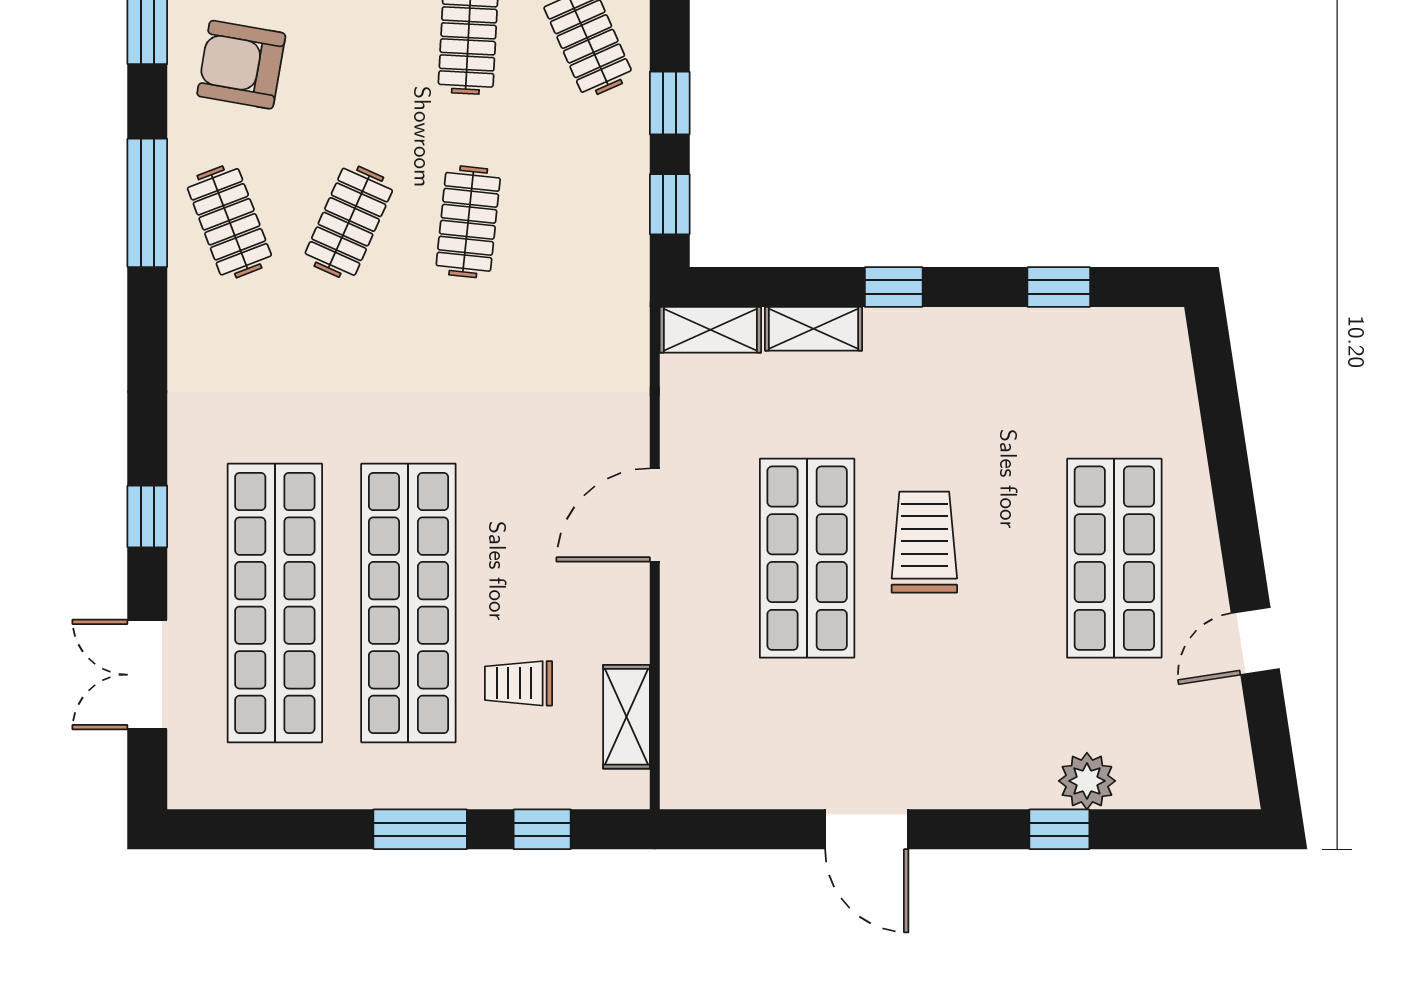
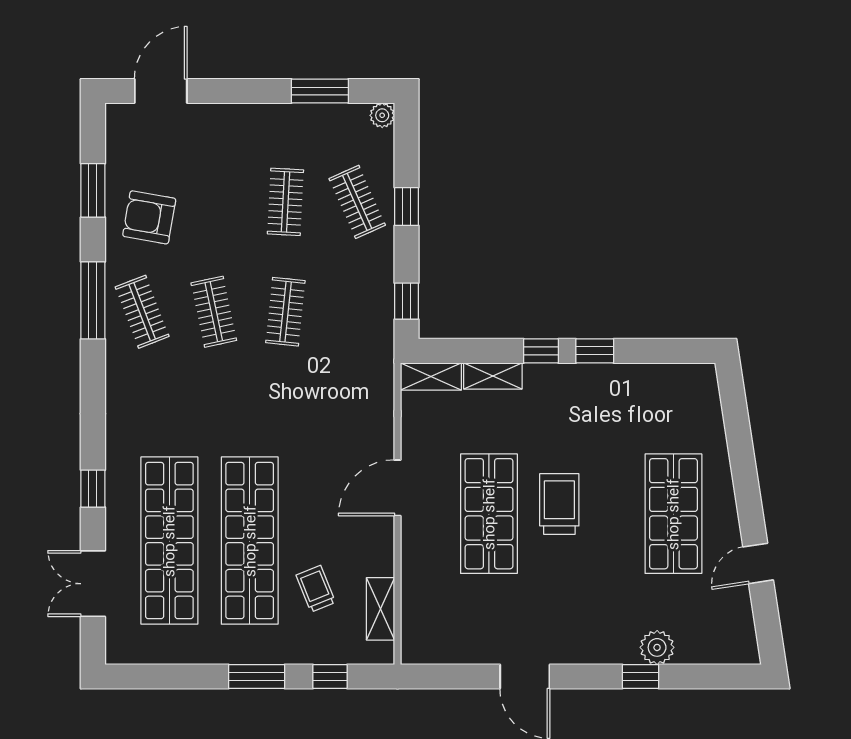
window: (670, 103) -> (406, 207), moved
clothes rail: (349, 222) -> (214, 312), turned -36
window: (1059, 287) -> (595, 351), moved
trolley: (519, 683) -> (316, 589), turned 68

